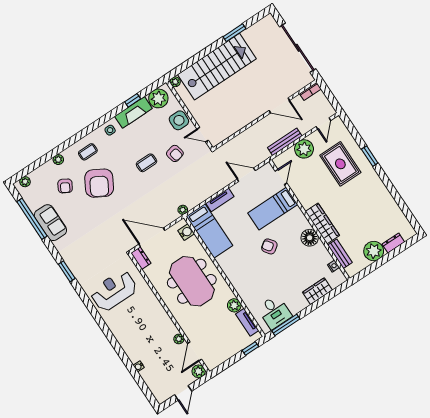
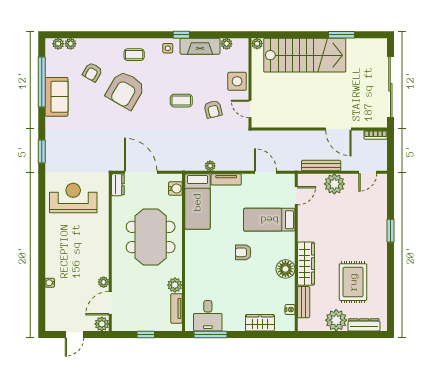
plant: (158, 98) -> (227, 44), width x0.53, depth x0.53
window: (133, 100) -> (181, 35), moved
plant: (58, 160) -> (71, 44), moved
rug: (340, 164) -> (353, 282), moved
plant: (183, 210) -> (210, 166), moved
dresser: (393, 243) -> (364, 325), width x1.44
armchair: (269, 246) -> (243, 252), turned -54
window: (250, 348) -> (146, 334), moved

